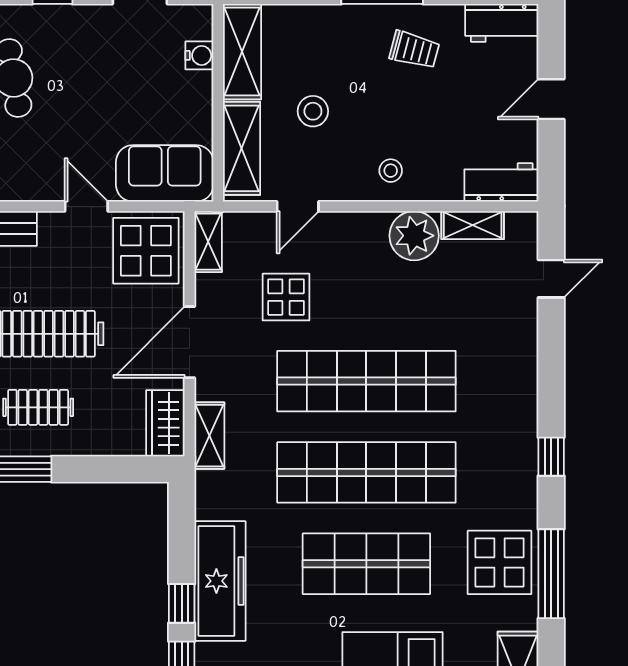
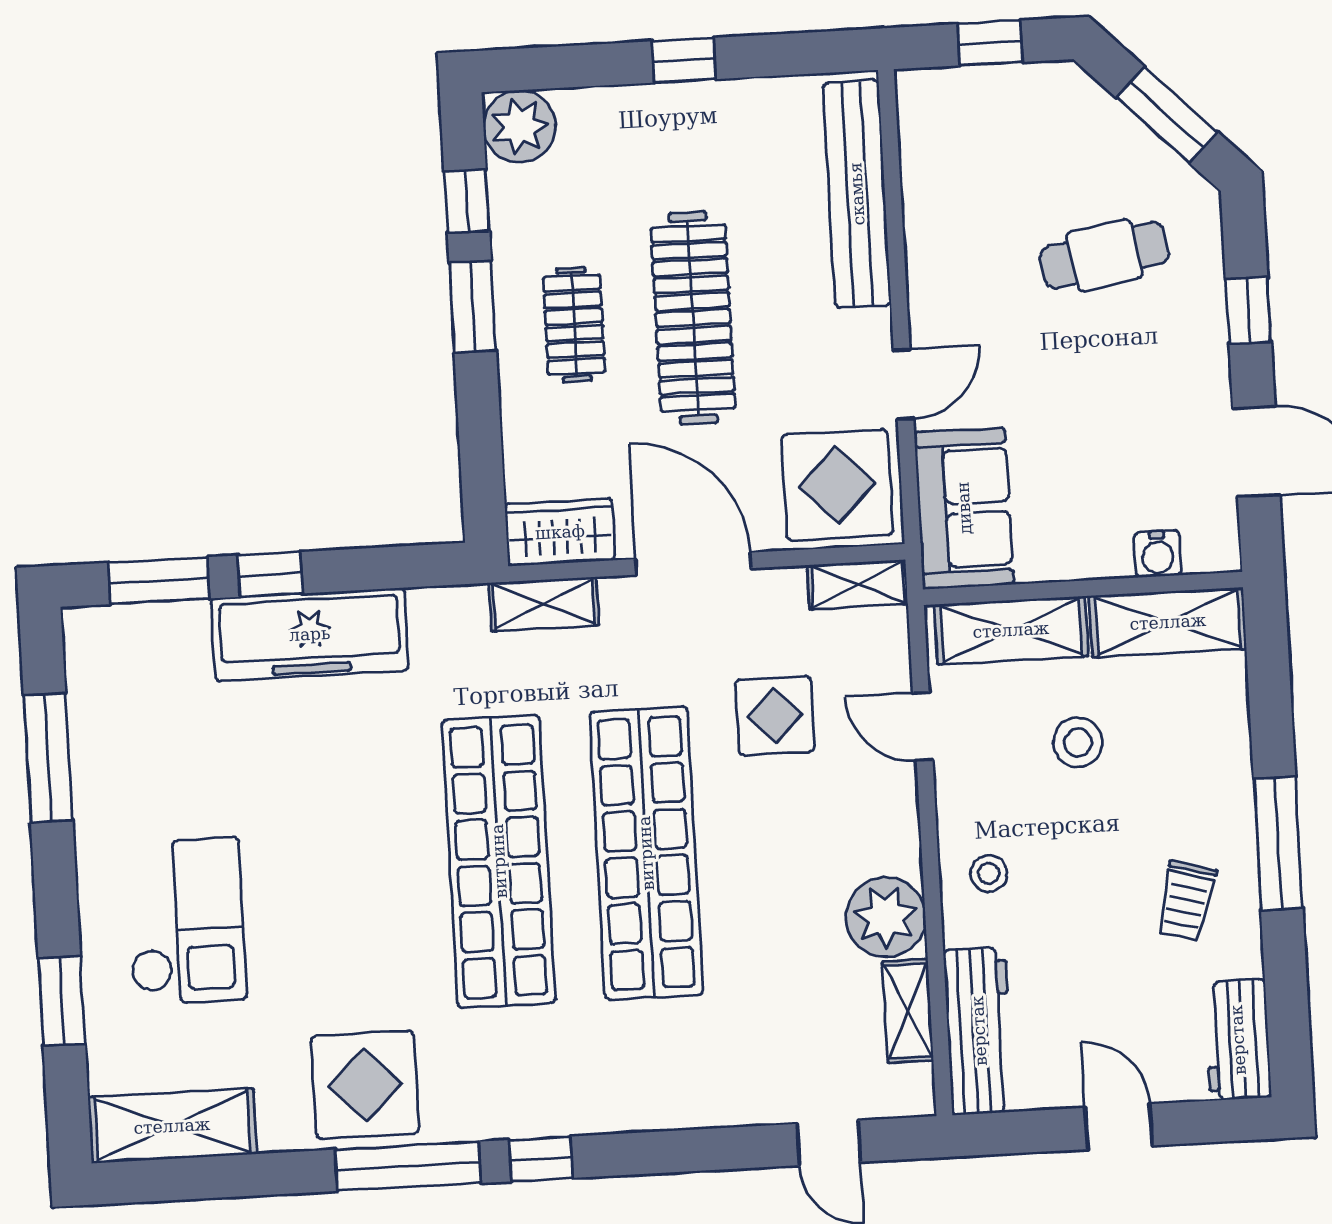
workbench: (501, 182) -> (979, 1031), width x1.37
shop shelf: (366, 564) -> (351, 870), removed
window: (551, 574) -> (408, 1166), moved

